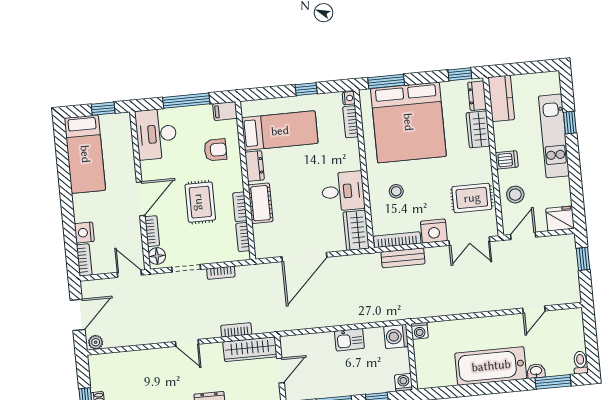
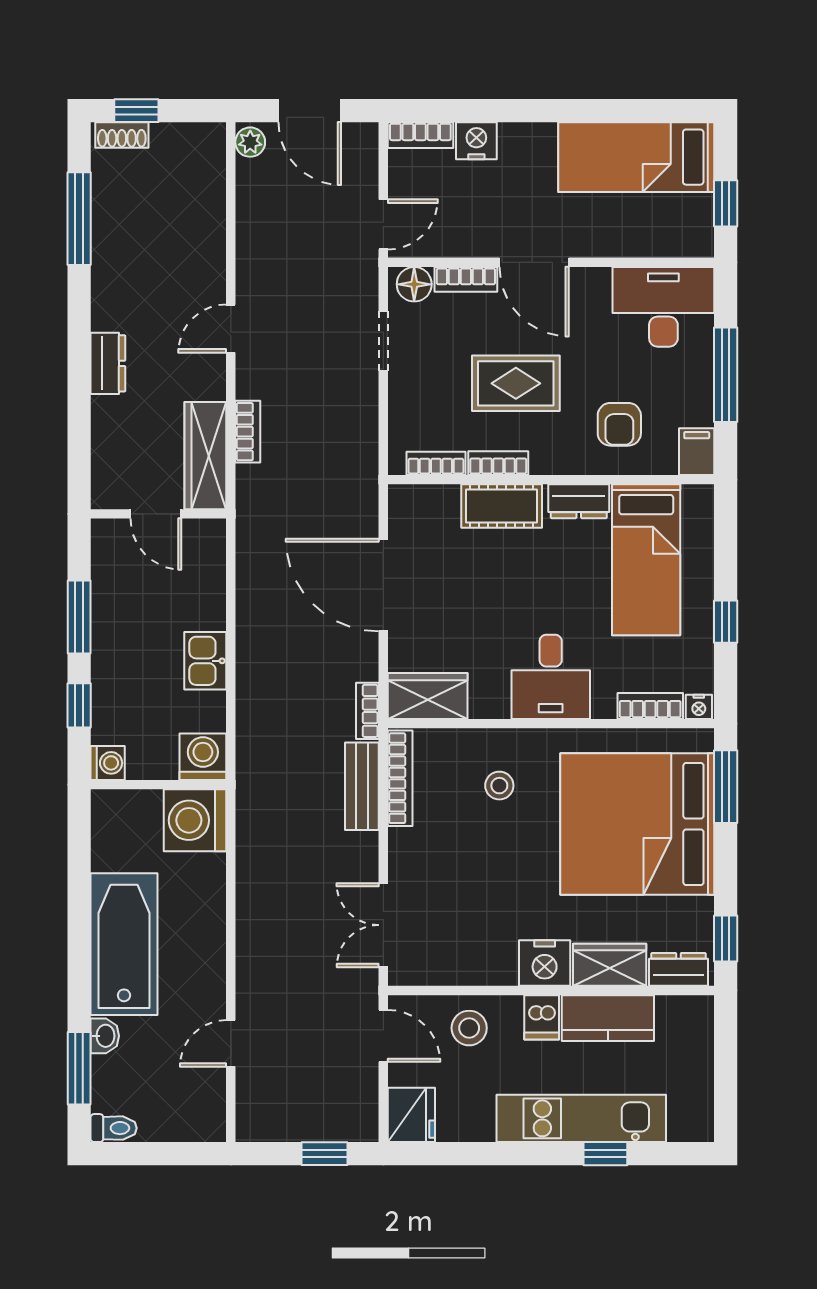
kitchen counter: (501, 98) -> (608, 1018), moved
desk: (343, 191) -> (551, 677), moved
rug: (472, 198) -> (471, 939), removed
nightstand: (434, 231) -> (545, 963), moved, turned -90
bookcase: (221, 273) -> (367, 711), moved
door: (534, 309) -> (231, 1043), hinge flipped
washing machine: (420, 331) -> (195, 820), width x1.89, depth x1.89

